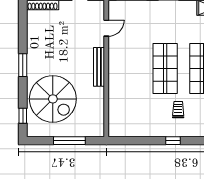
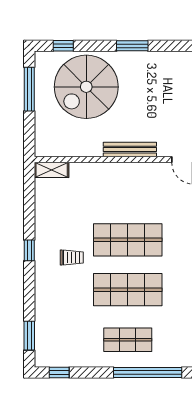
shelving: (114, 124) -> (52, 170), added
window: (69, 141) -> (29, 89), moved

